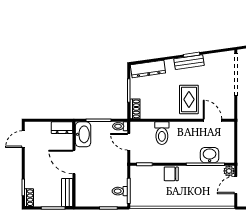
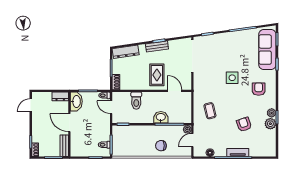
washbasin: (210, 155) -> (161, 117), moved
chair: (171, 174) -> (161, 146), moved

